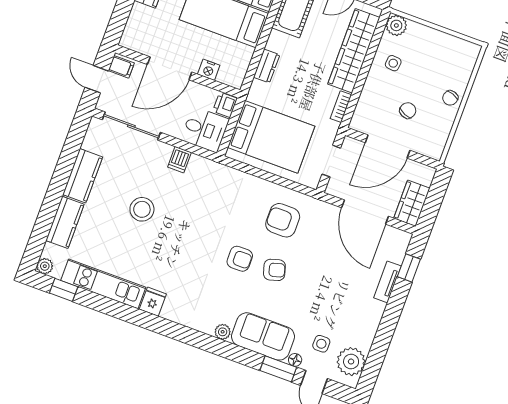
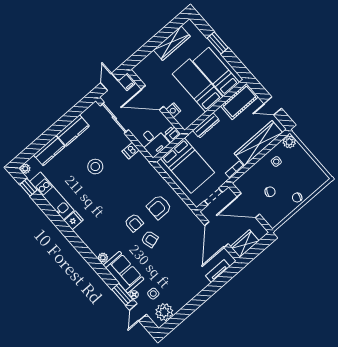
dresser: (267, 66) -> (206, 125), width x1.44
armchair: (283, 220) -> (159, 207), moved, turned -90
window: (409, 268) -> (224, 278), removed
tv unit: (388, 282) -> (218, 271), moved

